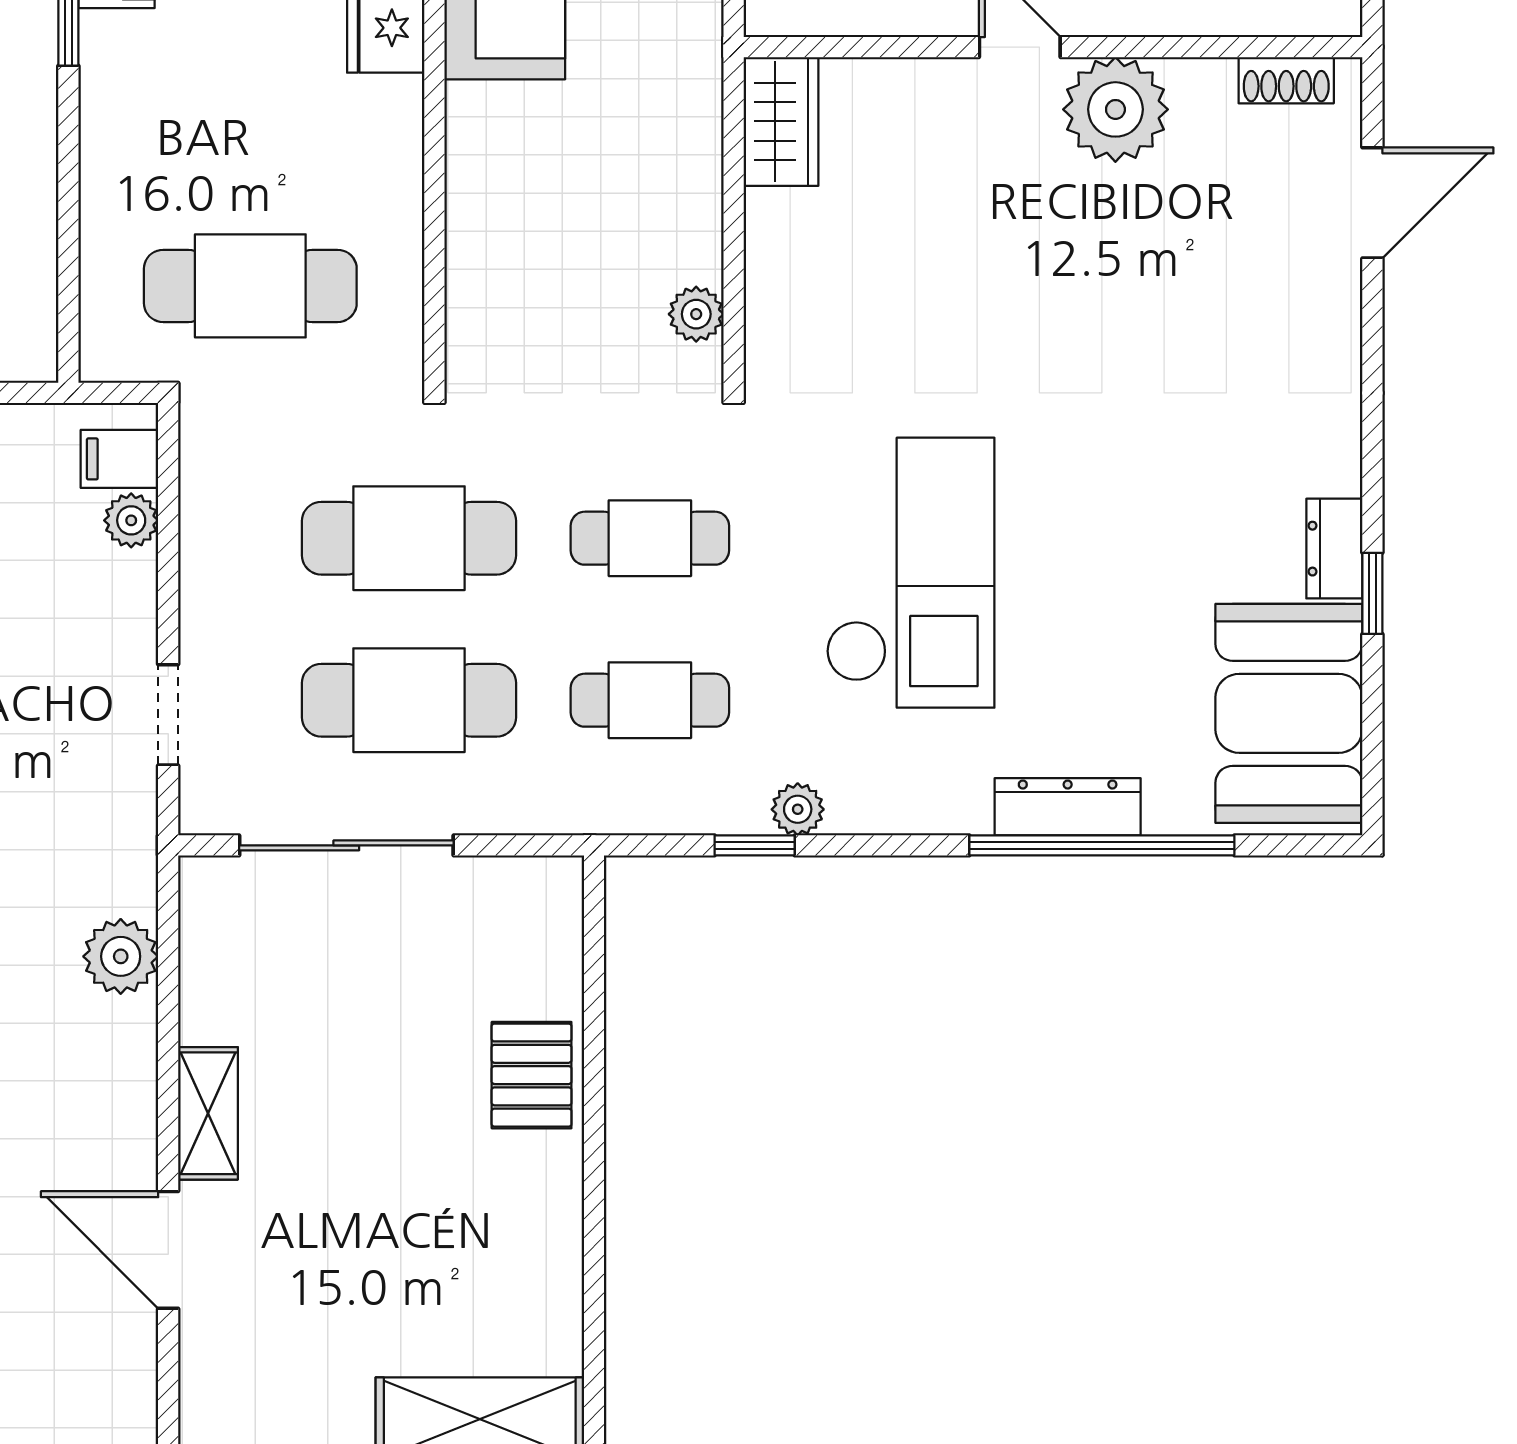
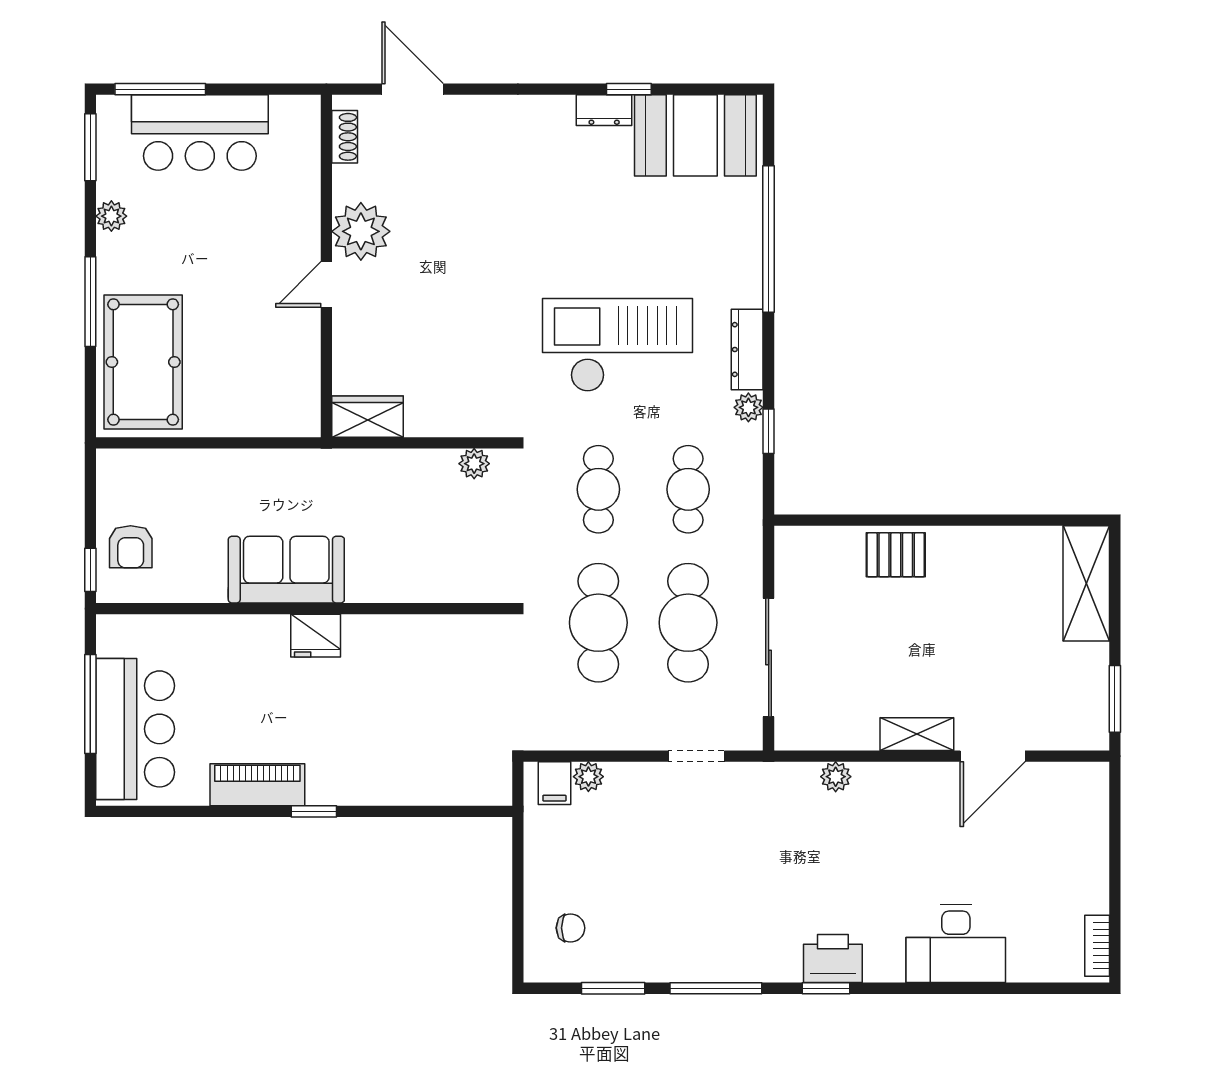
cafe table: (250, 286) -> (459, 711), removed
dresser: (1068, 807) -> (747, 349), moved
plant: (121, 956) -> (836, 777), width x0.73, depth x0.73

